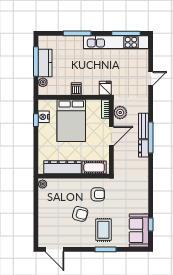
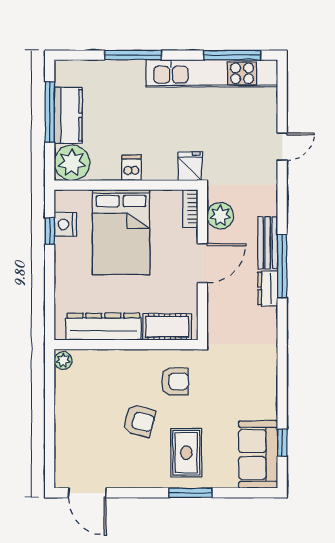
plant: (43, 82) -> (72, 163), width x1.88, depth x1.88

